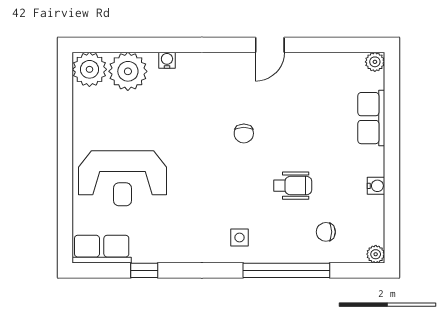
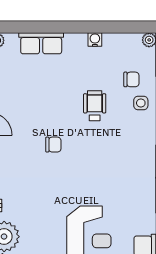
chair: (326, 232) -> (131, 79), turned -90
side table: (239, 237) -> (141, 103), moved

